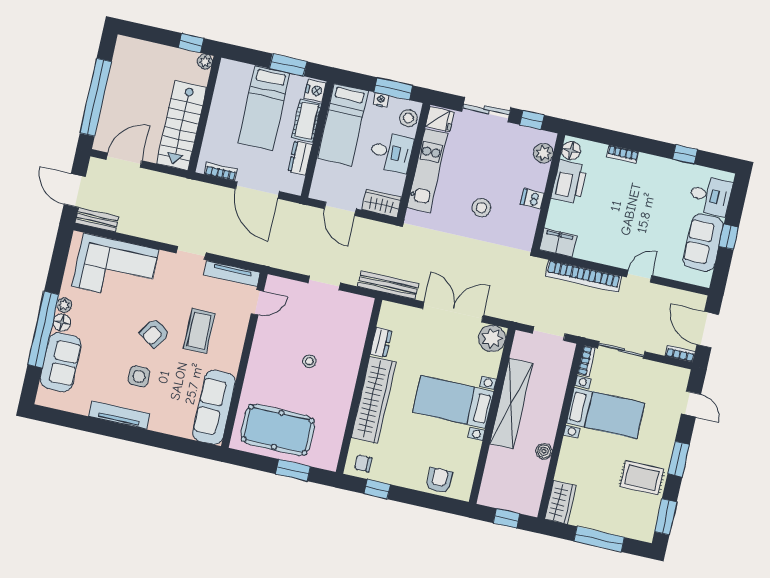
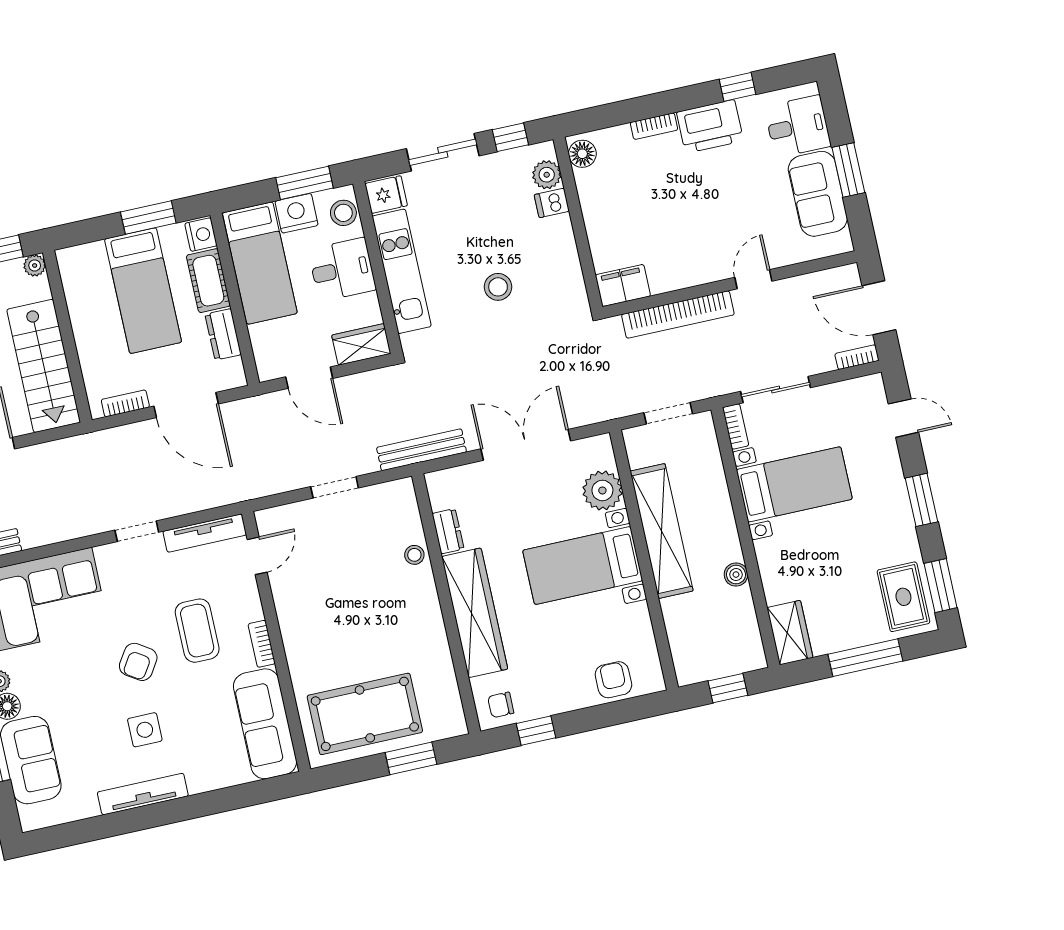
nightstand: (381, 100) -> (297, 213), width x1.89, depth x1.79
printer: (569, 182) -> (710, 126), moved, turned 90
dishwasher: (532, 199) -> (552, 203), moved
window: (729, 237) -> (848, 170), width x1.50
plant: (492, 338) -> (602, 491), moved
bookcase: (235, 357) -> (262, 644), added
stool: (309, 361) -> (414, 555), moved
rug: (642, 478) -> (903, 597), moved, turned 90

